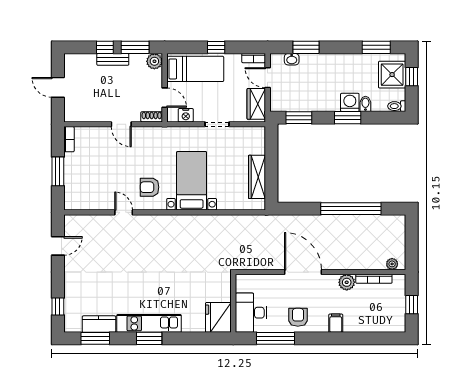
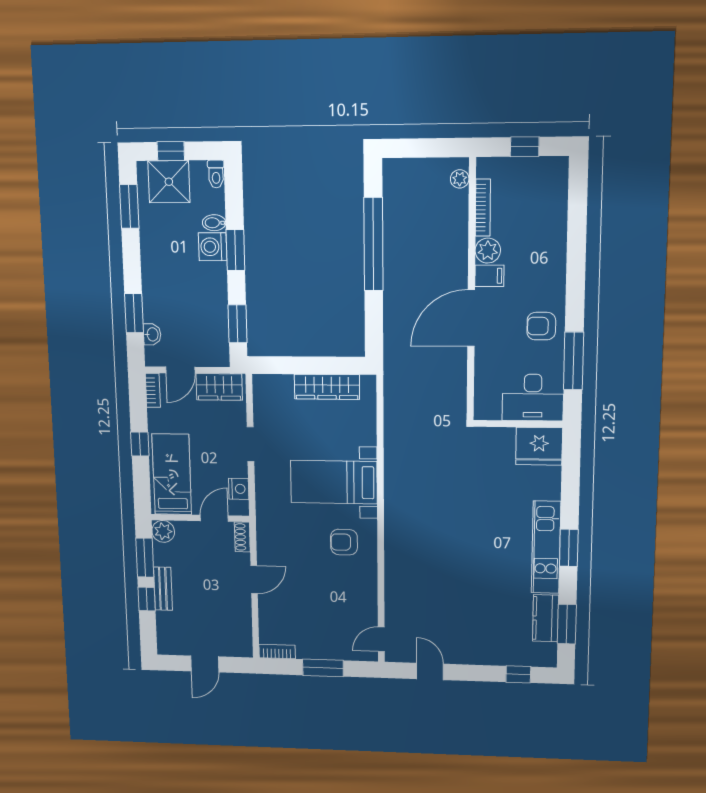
armchair: (150, 187) -> (344, 542), turned 90
door: (124, 212) -> (381, 639), moved
filing cabinet: (336, 323) -> (489, 276), moved, turned 180

